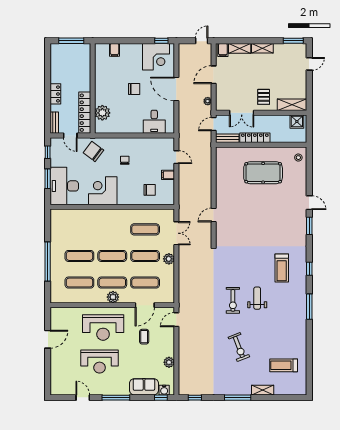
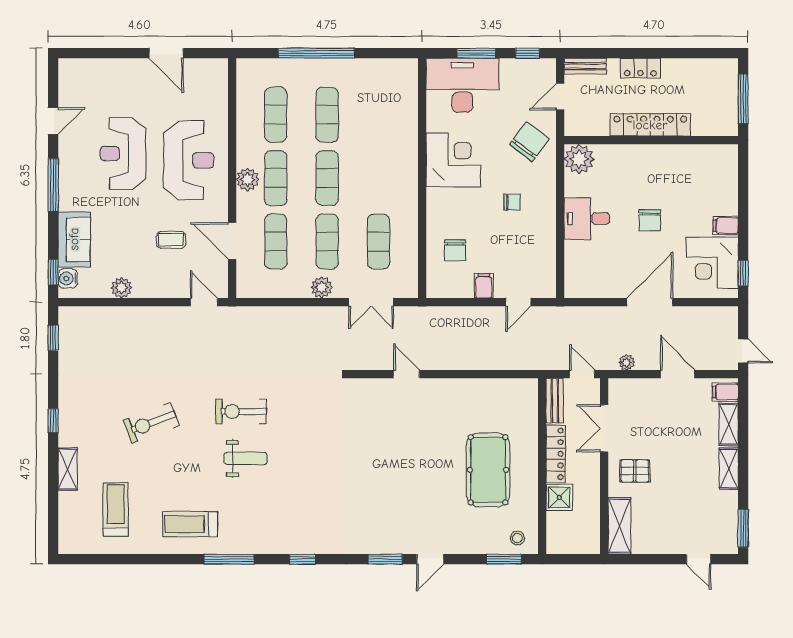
filing cabinet: (114, 50) -> (726, 226), moved
locker: (85, 113) -> (650, 125), moved
plant: (102, 113) -> (579, 159), moved
desk: (154, 122) -> (587, 219), moved
shower: (297, 122) -> (559, 497), moved
window: (309, 165) -> (504, 559), added
treadmill: (282, 268) -> (190, 524), moved
reception desk: (103, 327) -> (189, 160), turned 180
window: (238, 398) -> (53, 421), width x0.46

